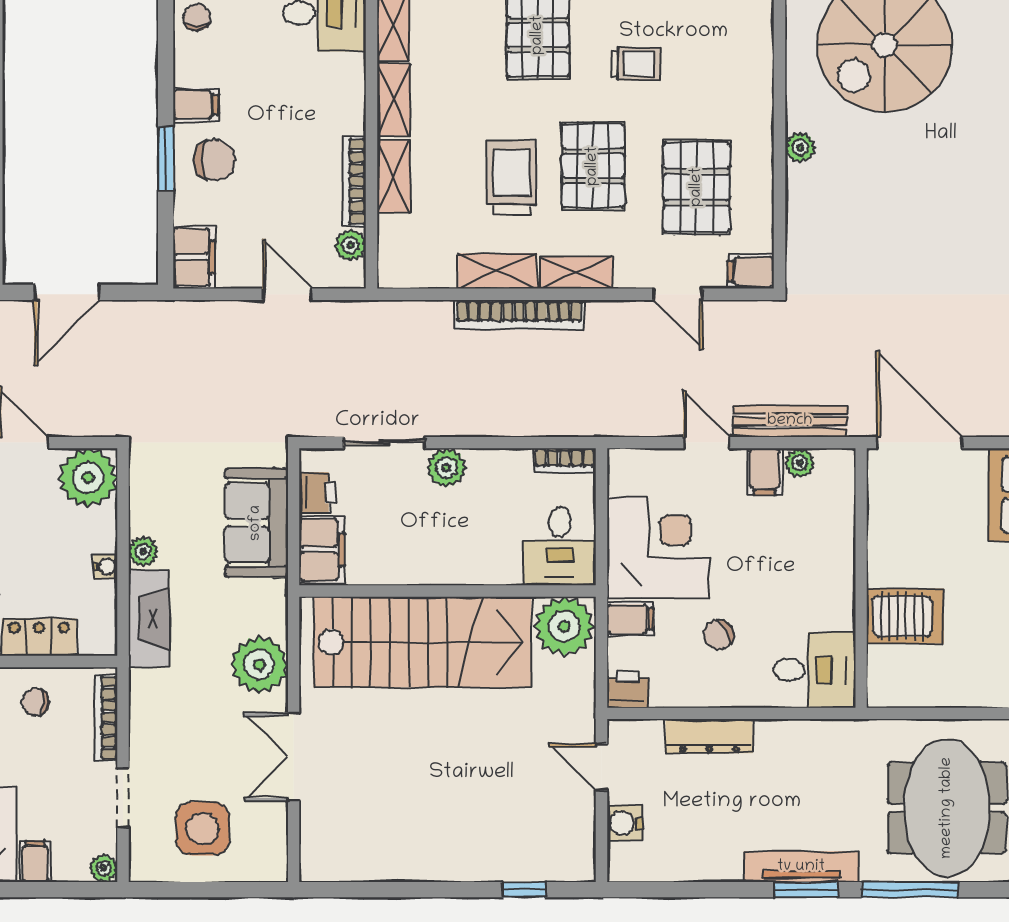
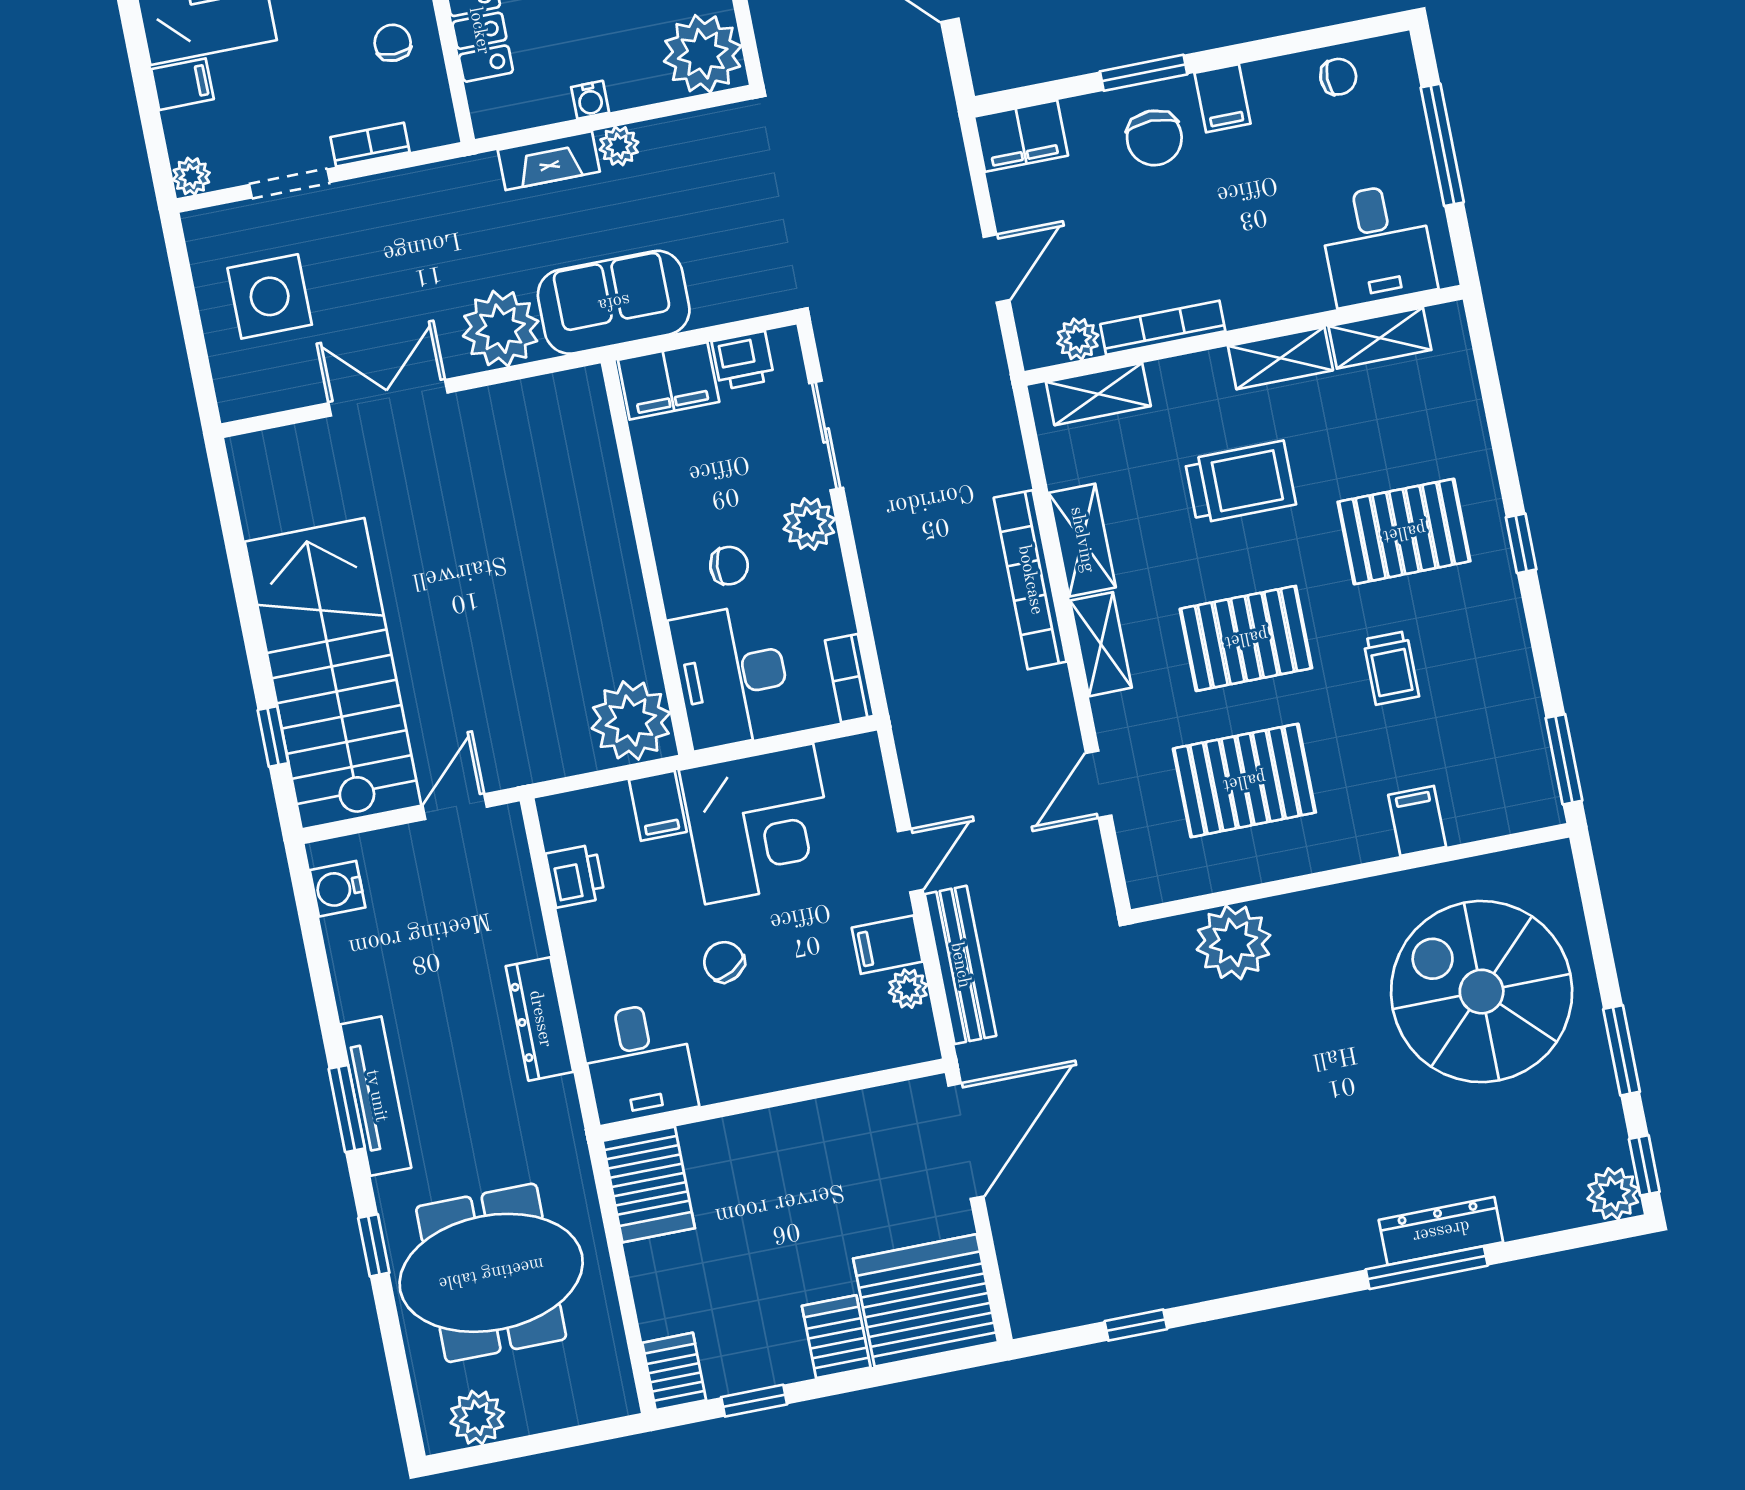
plant: (800, 147) -> (1234, 942), moved, width x1.87, depth x1.87
shelving: (394, 176) -> (1098, 394), moved
trolley: (512, 178) -> (1240, 482), moved
filing cabinet: (751, 271) -> (1417, 821), moved
sofa: (256, 523) -> (614, 302), moved
chair: (465, 532) -> (729, 566), added
desk: (560, 546) -> (732, 676), width x1.37
server rack: (905, 616) -> (649, 1185), moved
fireplace: (149, 618) -> (549, 161), width x0.73, depth x0.76
chair: (719, 635) -> (724, 962), moved
stairs: (422, 642) -> (333, 674), moved, turned 180
printer: (628, 689) -> (575, 876), moved
bookcase: (106, 718) -> (370, 145), width x0.64
dresser: (709, 736) -> (540, 1019), moved
water cooler: (625, 823) -> (338, 889), moved, turned -90
window: (910, 890) -> (374, 1245), width x0.46

